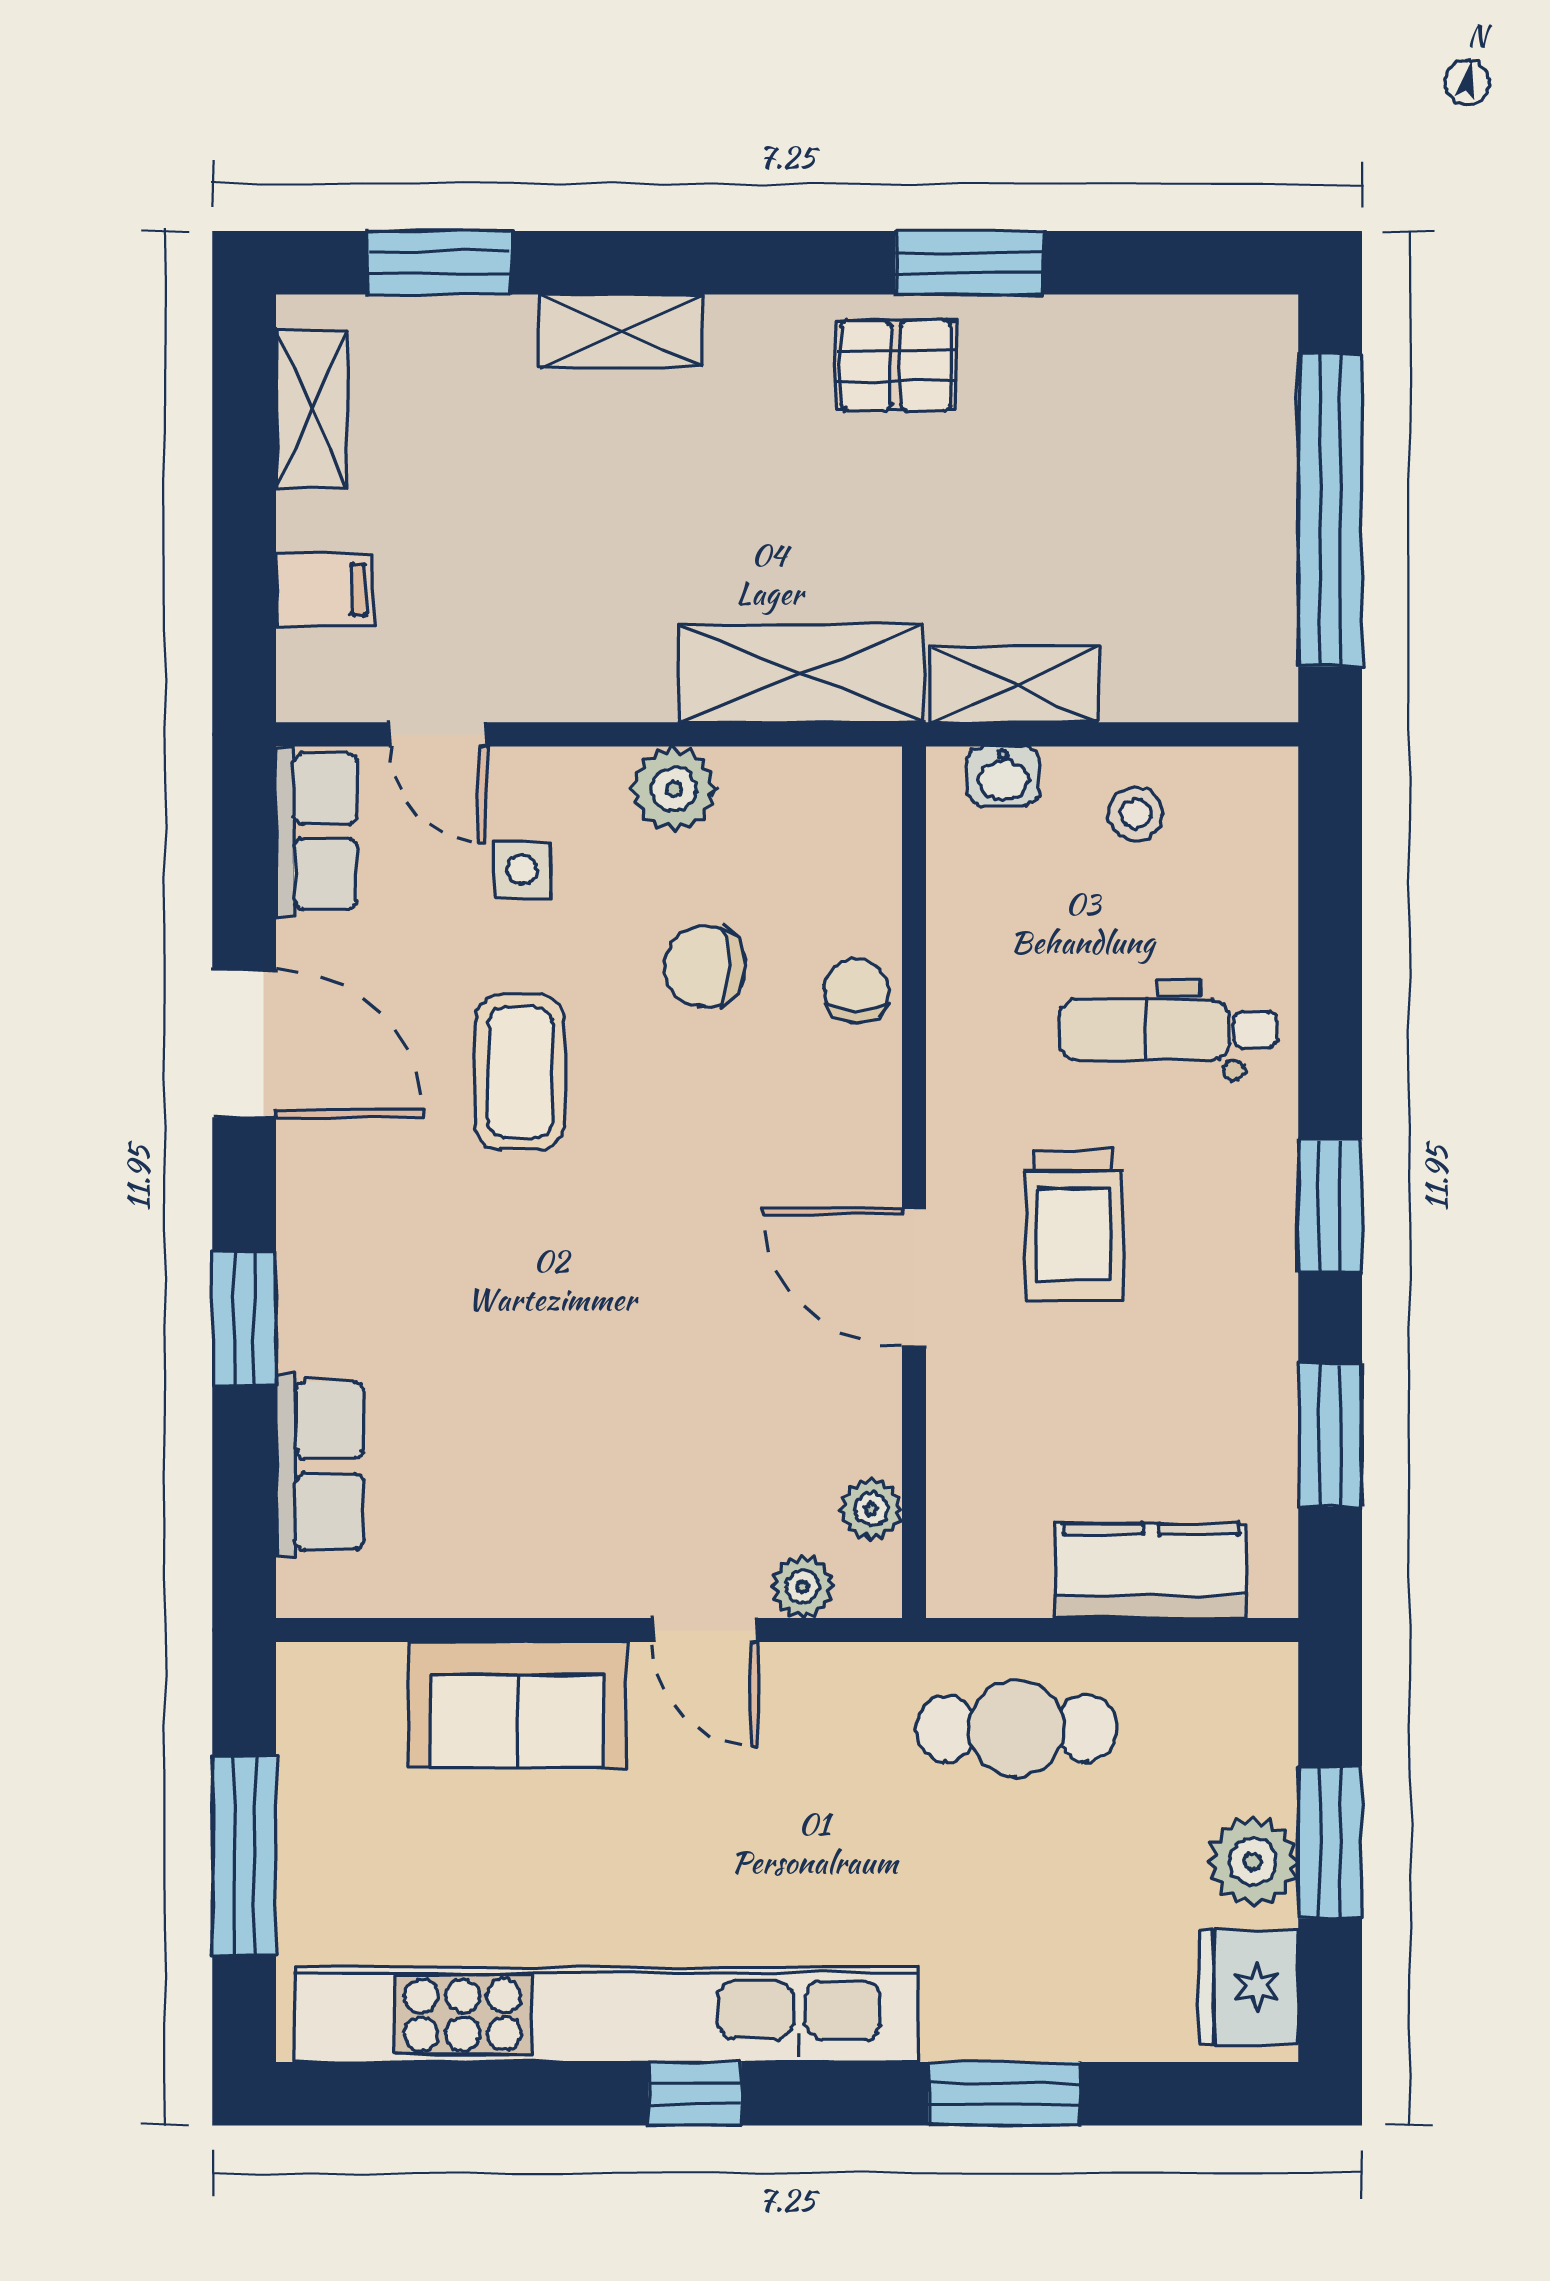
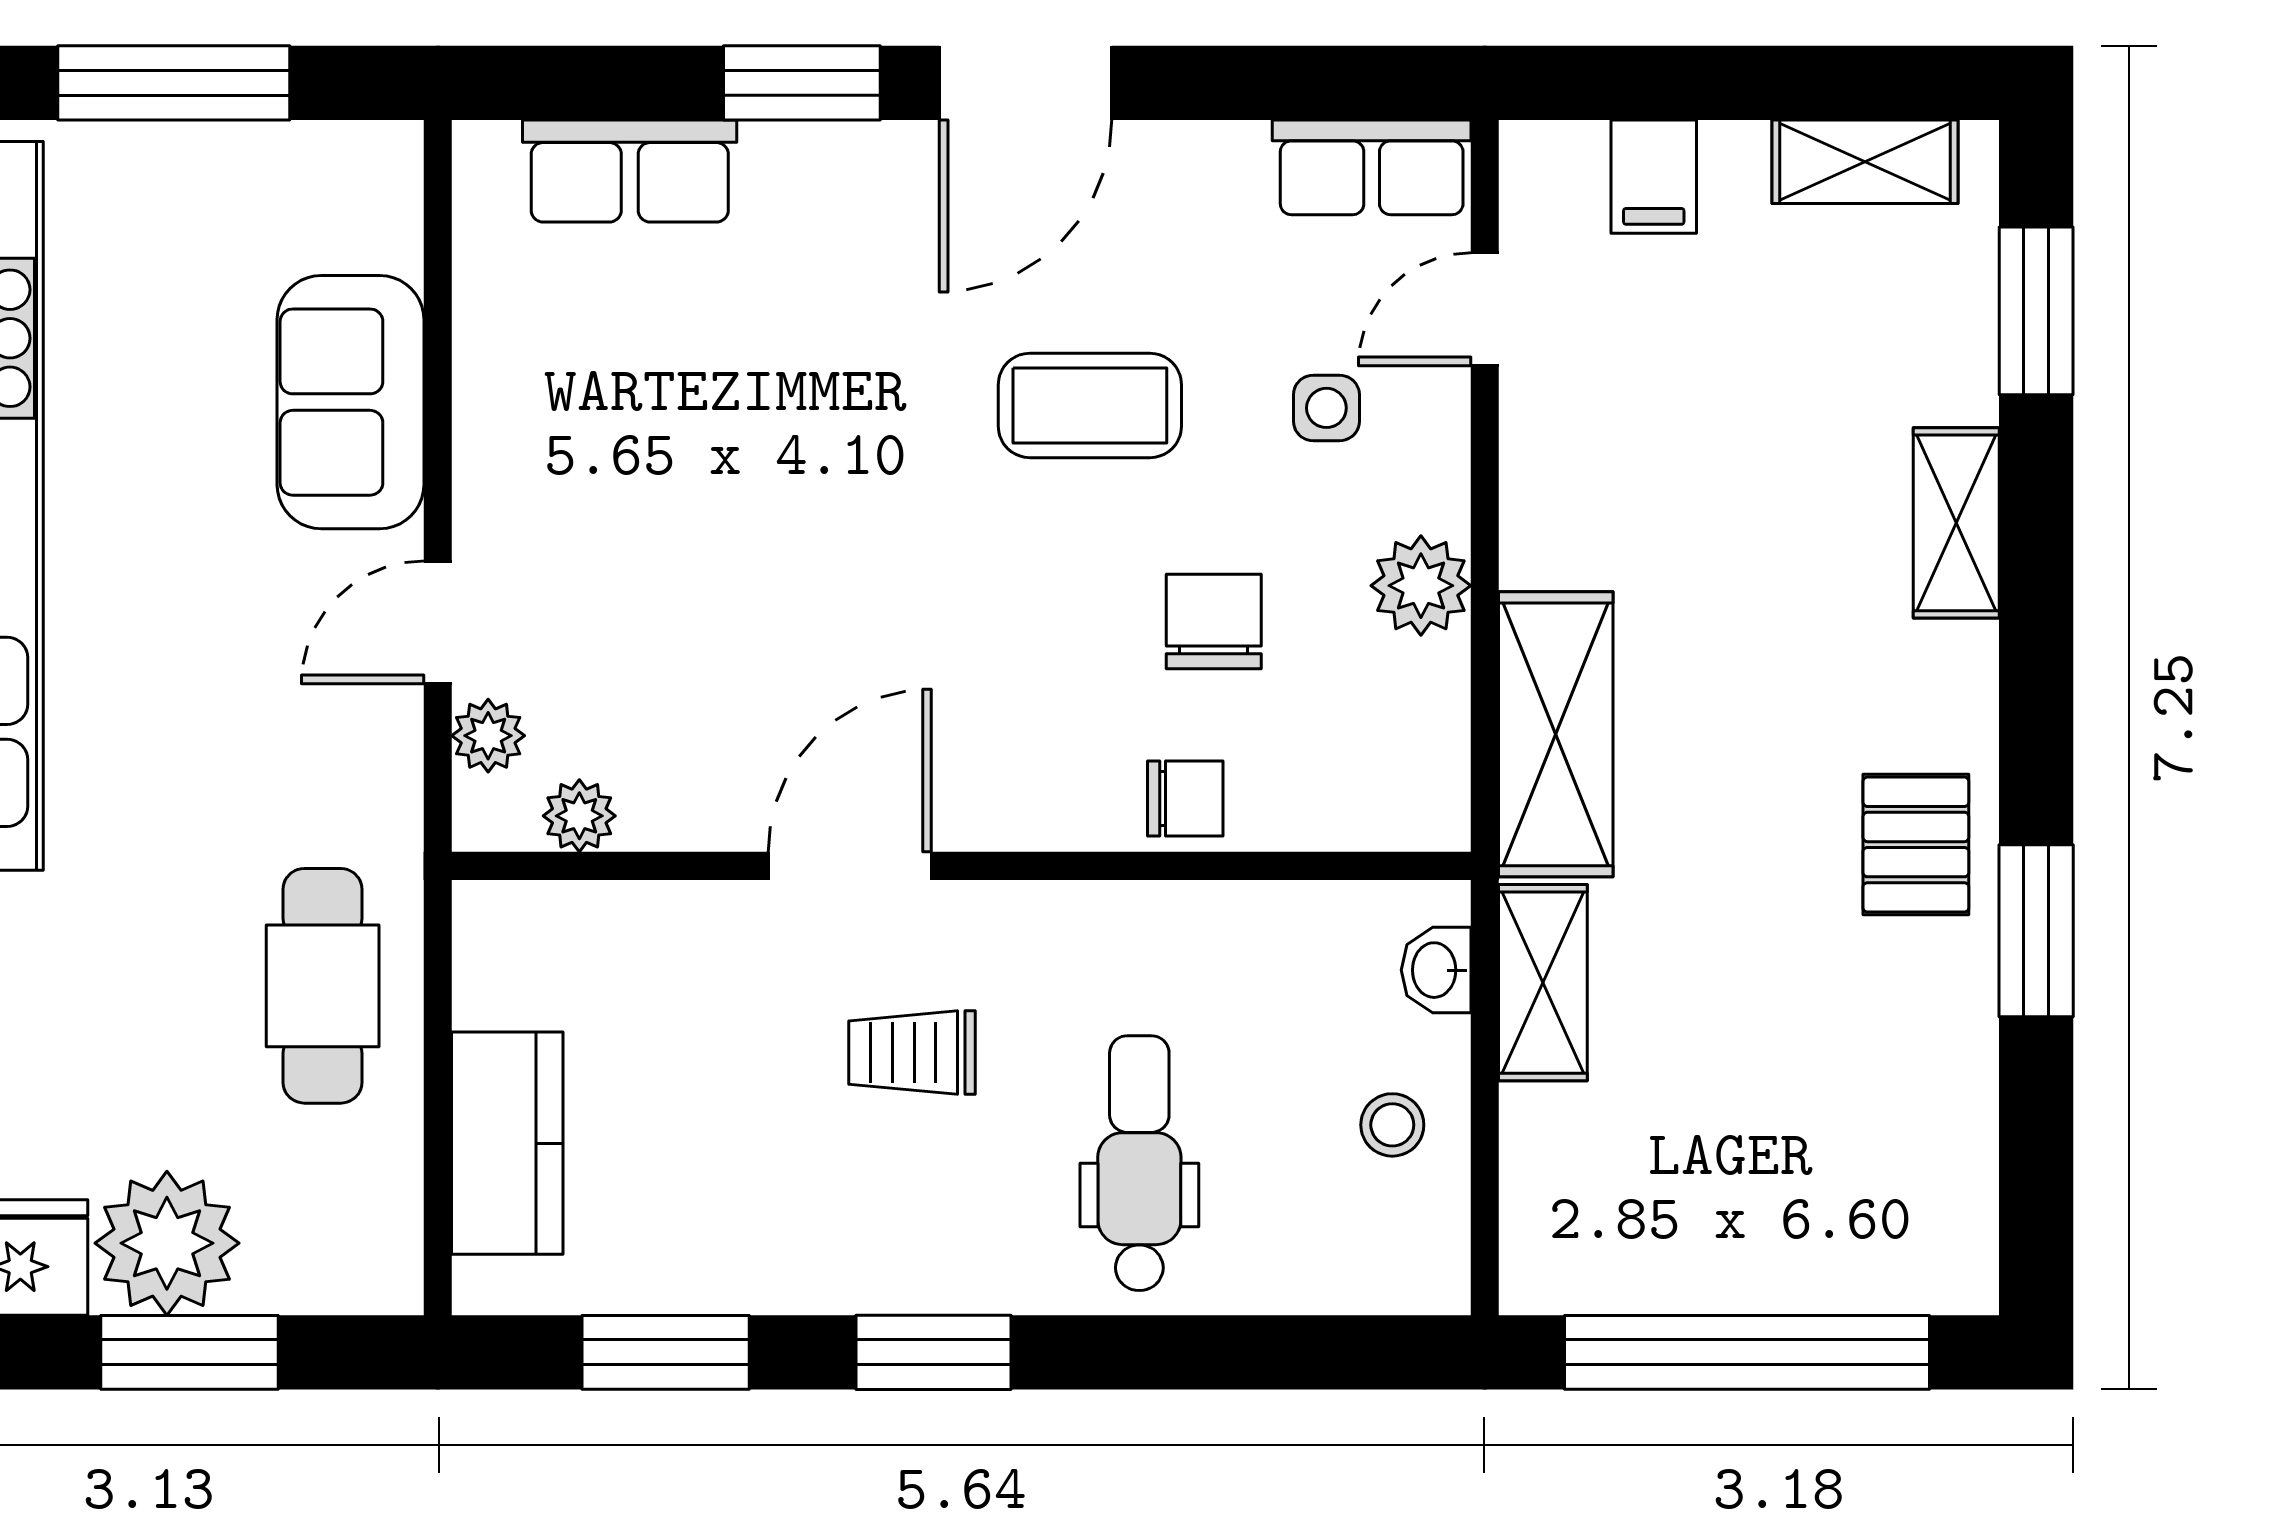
door: (244, 1044) -> (1025, 83), moved
trolley: (1074, 1224) -> (912, 1053), width x0.73, depth x0.72
plant: (1253, 1862) -> (167, 1243), width x1.36, depth x1.36

